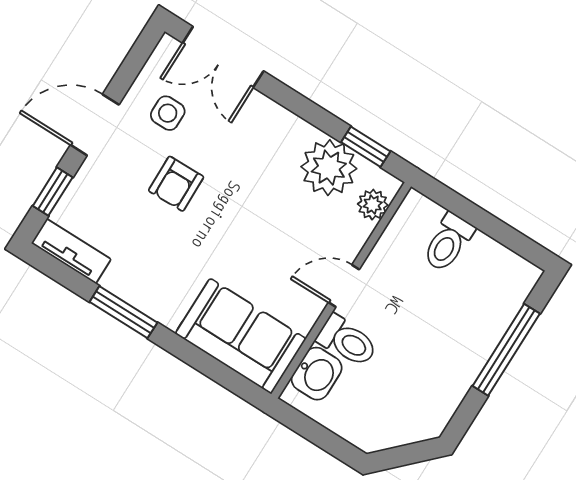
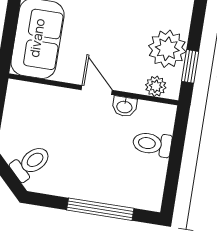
toilet: (347, 341) -> (31, 163), moved, turned -135
washbasin: (317, 374) -> (124, 107), moved, width x0.72, depth x0.69

